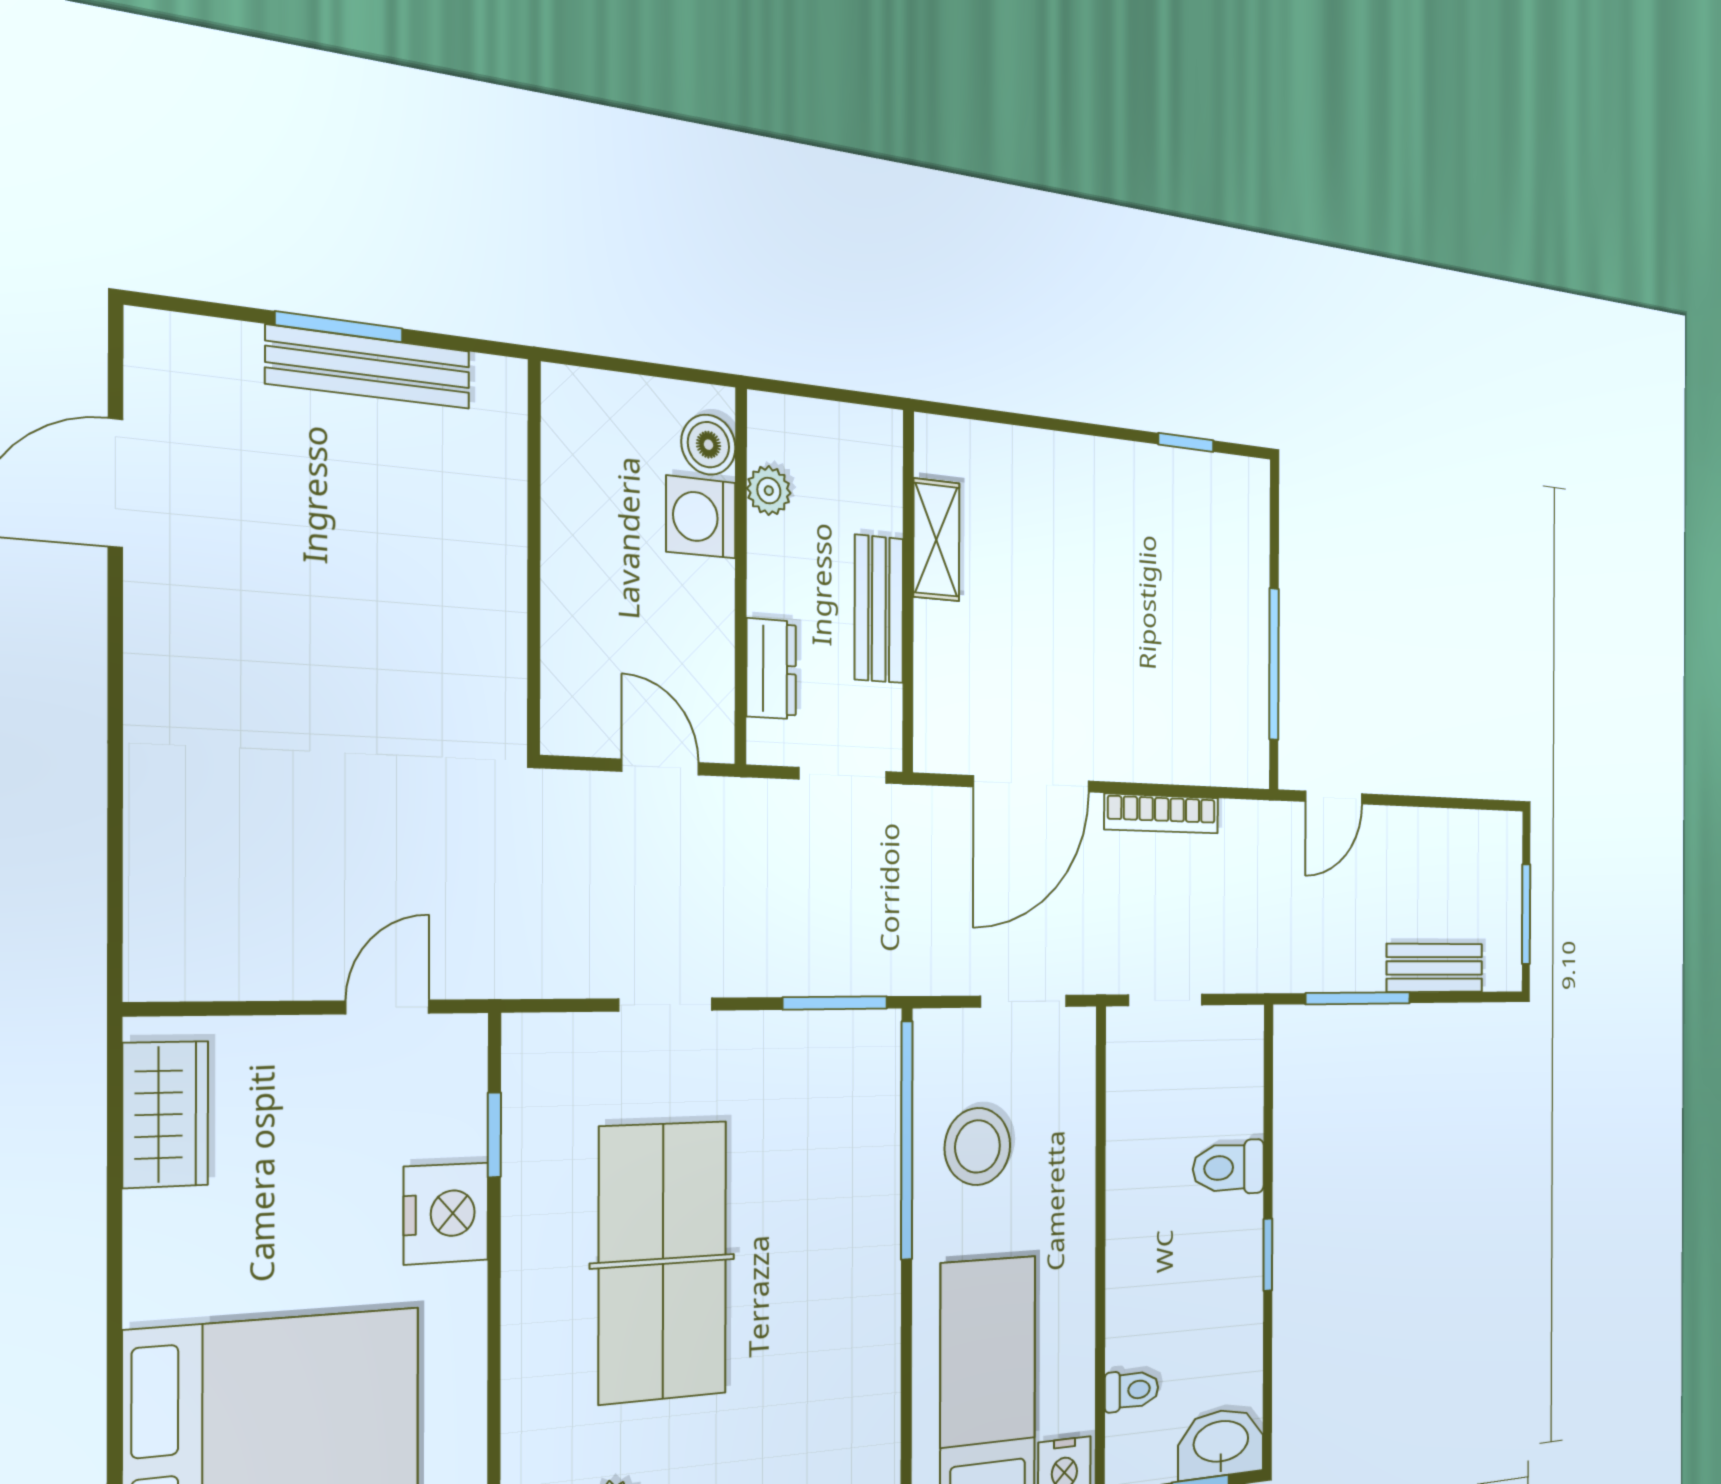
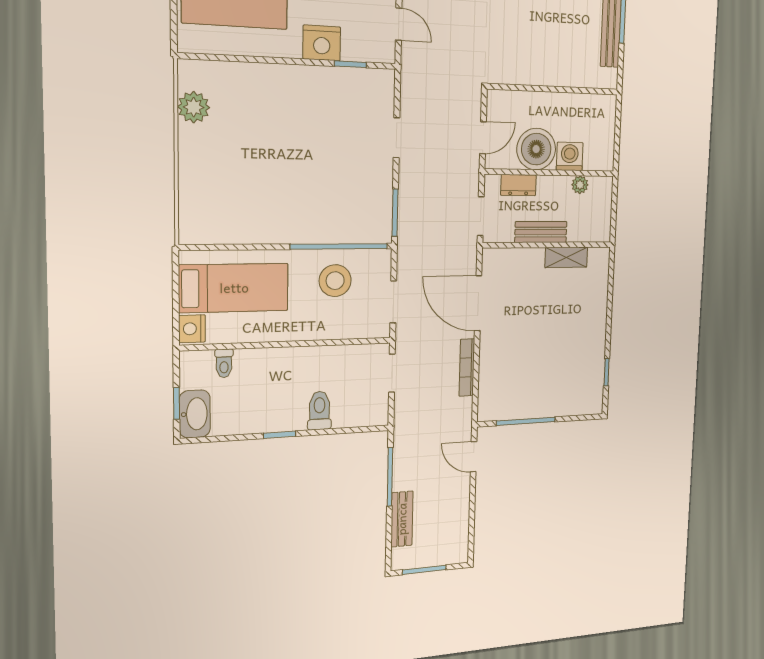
boiler: (708, 445) -> (536, 149), moved, width x1.86, depth x1.86
table tennis table: (663, 1261) -> (297, 134), removed

